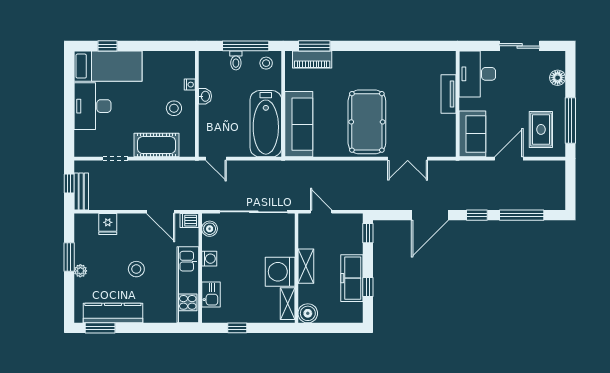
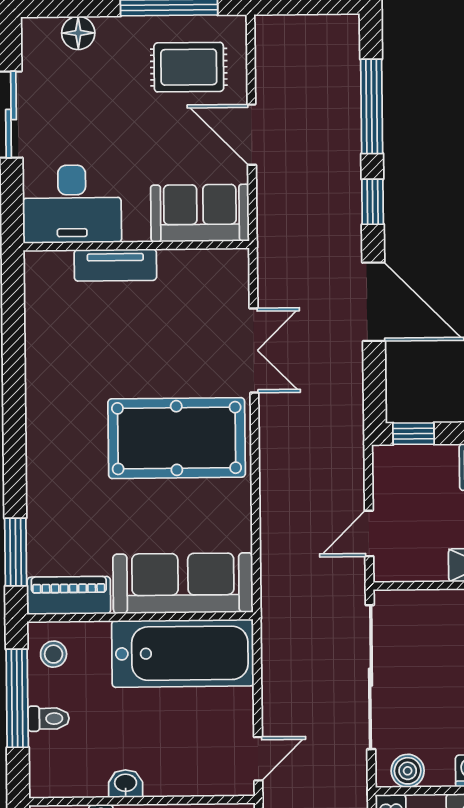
piano: (312, 59) -> (69, 595), moved, turned -90

